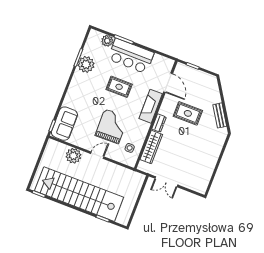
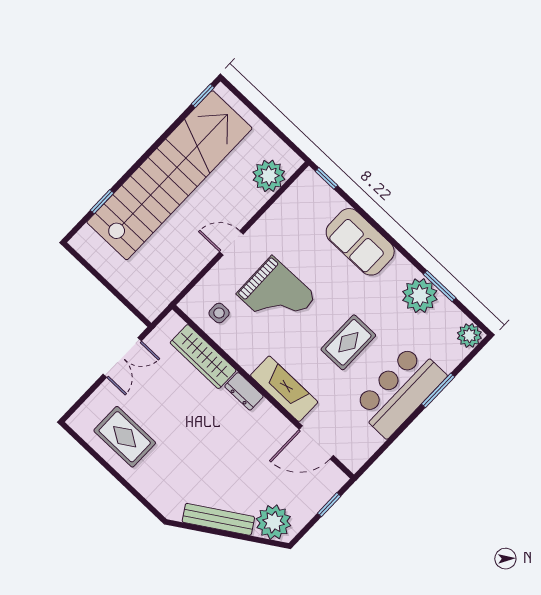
plant: (107, 41) -> (469, 335), moved
plant: (210, 87) -> (274, 522), added
rug: (188, 113) -> (125, 437), moved, turned 90
bench: (220, 115) -> (218, 519), width x1.36
sofa: (64, 124) -> (360, 242), moved
door: (97, 155) -> (231, 243), swing flipped
plant: (73, 156) -> (269, 176), moved
double door: (166, 182) -> (122, 358), swing flipped

